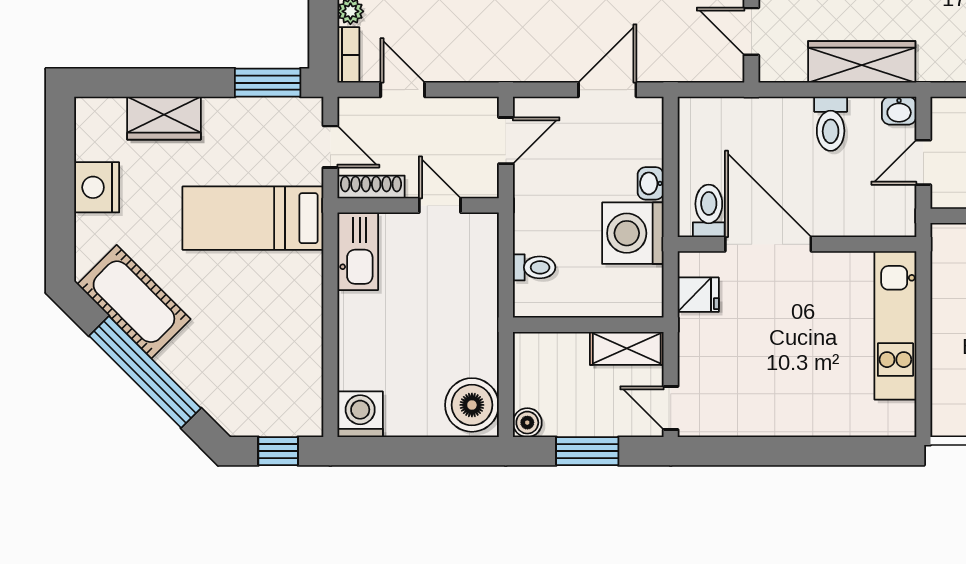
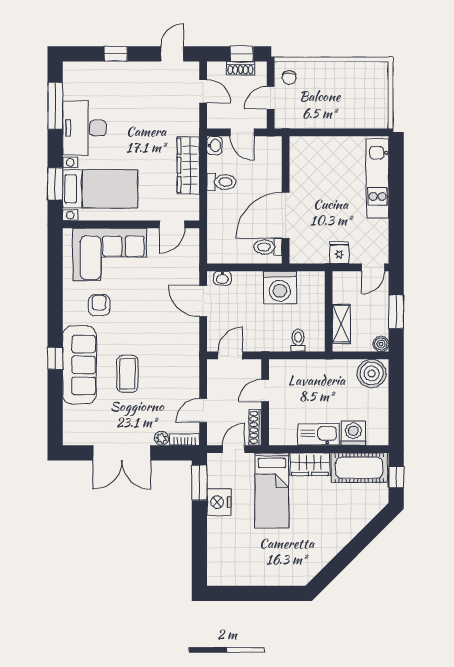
wardrobe: (164, 118) -> (310, 464), moved, turned 90
door: (506, 141) -> (230, 355), hinge flipped
washbasin: (651, 183) -> (222, 278), moved
nightstand: (97, 187) -> (219, 502), moved, turned 90
kitchen sink: (358, 251) -> (319, 434), moved
fridge: (698, 295) -> (339, 253), moved
cot: (134, 302) -> (359, 468), moved, turned 45
kitchen unit: (895, 325) -> (377, 178), moved, turned 90
shelving: (627, 348) -> (341, 324), moved
window: (145, 372) -> (354, 548), removed
washing machine: (360, 414) -> (353, 433), moved, turned 90

